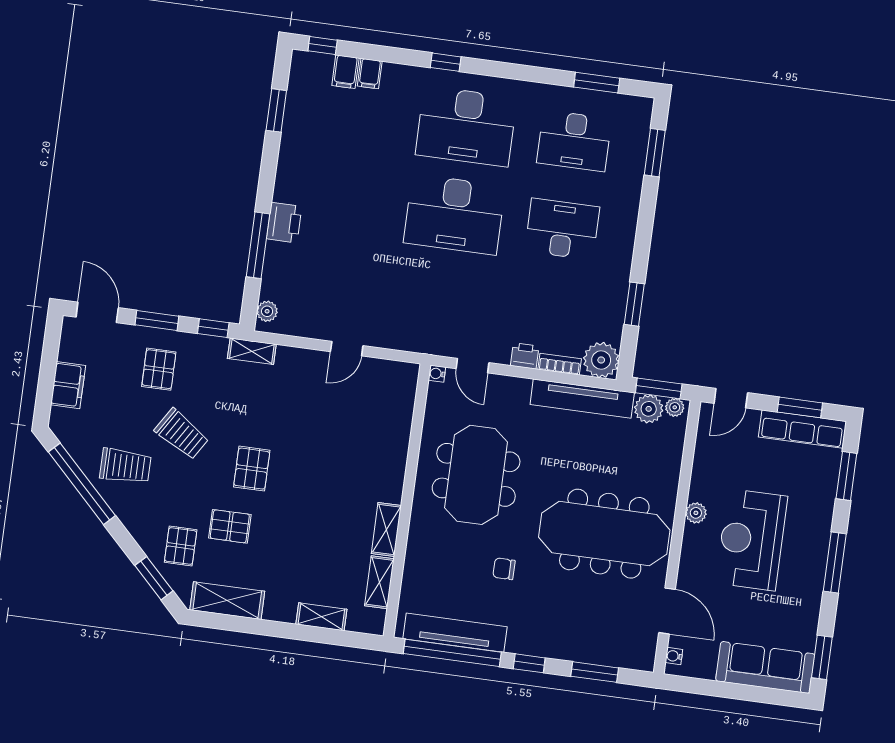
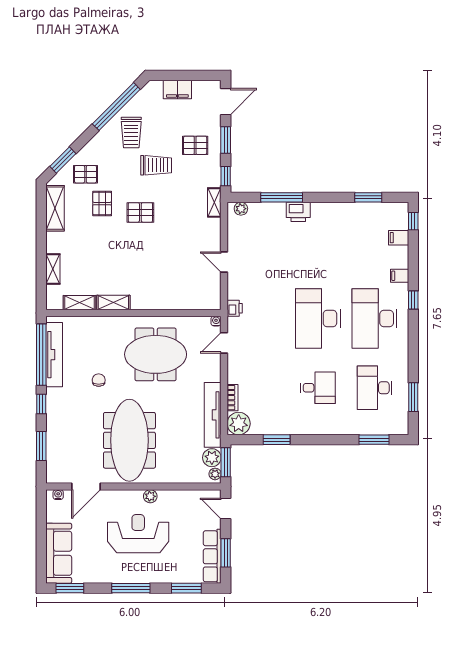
filing cabinet: (370, 74) -> (400, 276), moved
desk: (562, 229) -> (318, 388), width x0.73
printer: (525, 356) -> (235, 308), moved
trolley: (182, 434) -> (156, 165), turned -122

